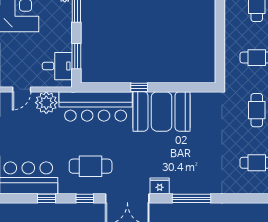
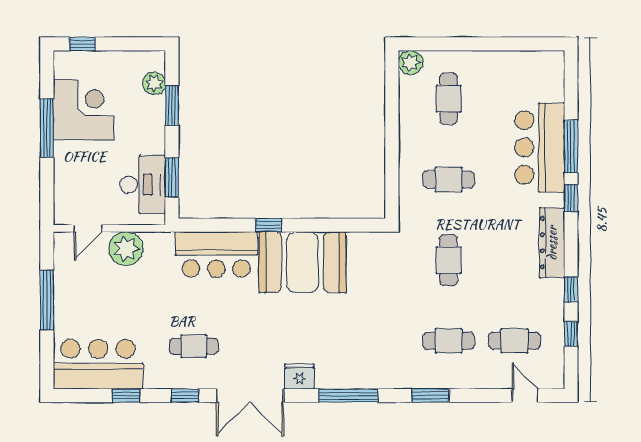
desk: (57, 66) -> (143, 185), width x1.37
bar counter: (96, 106) -> (216, 254), width x0.73
cafe table: (91, 166) -> (194, 346), width x0.73, depth x0.74
window: (245, 198) -> (430, 396), added

